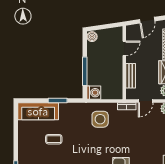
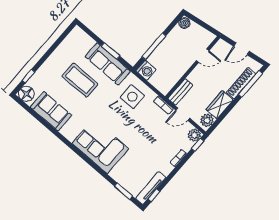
bench: (131, 76) -> (180, 92), moved
sofa: (38, 111) -> (108, 64), moved
coffee table: (54, 139) -> (80, 80), width x1.86, depth x1.72

